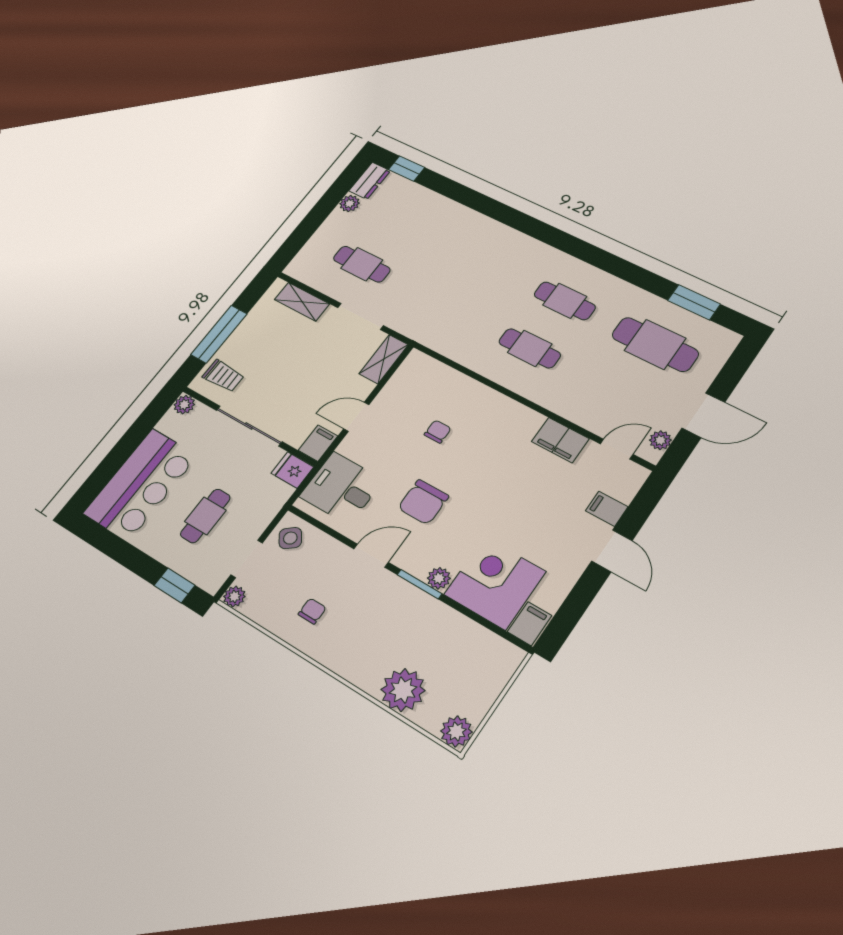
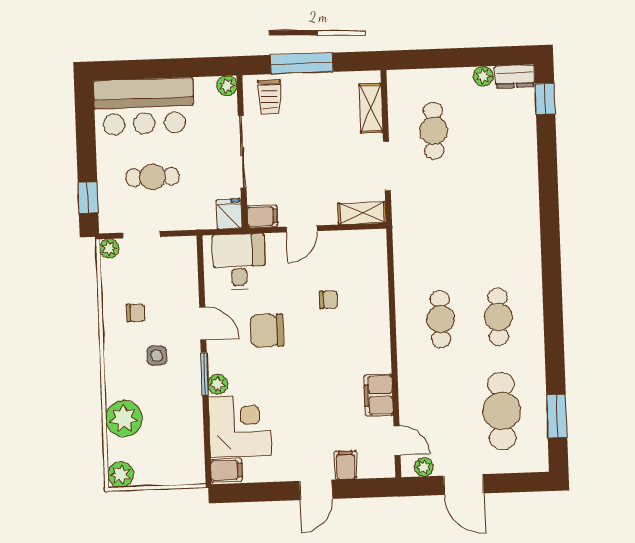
door: (356, 417) -> (302, 229), swing flipped
side table: (290, 538) -> (157, 355), moved, turned 37

